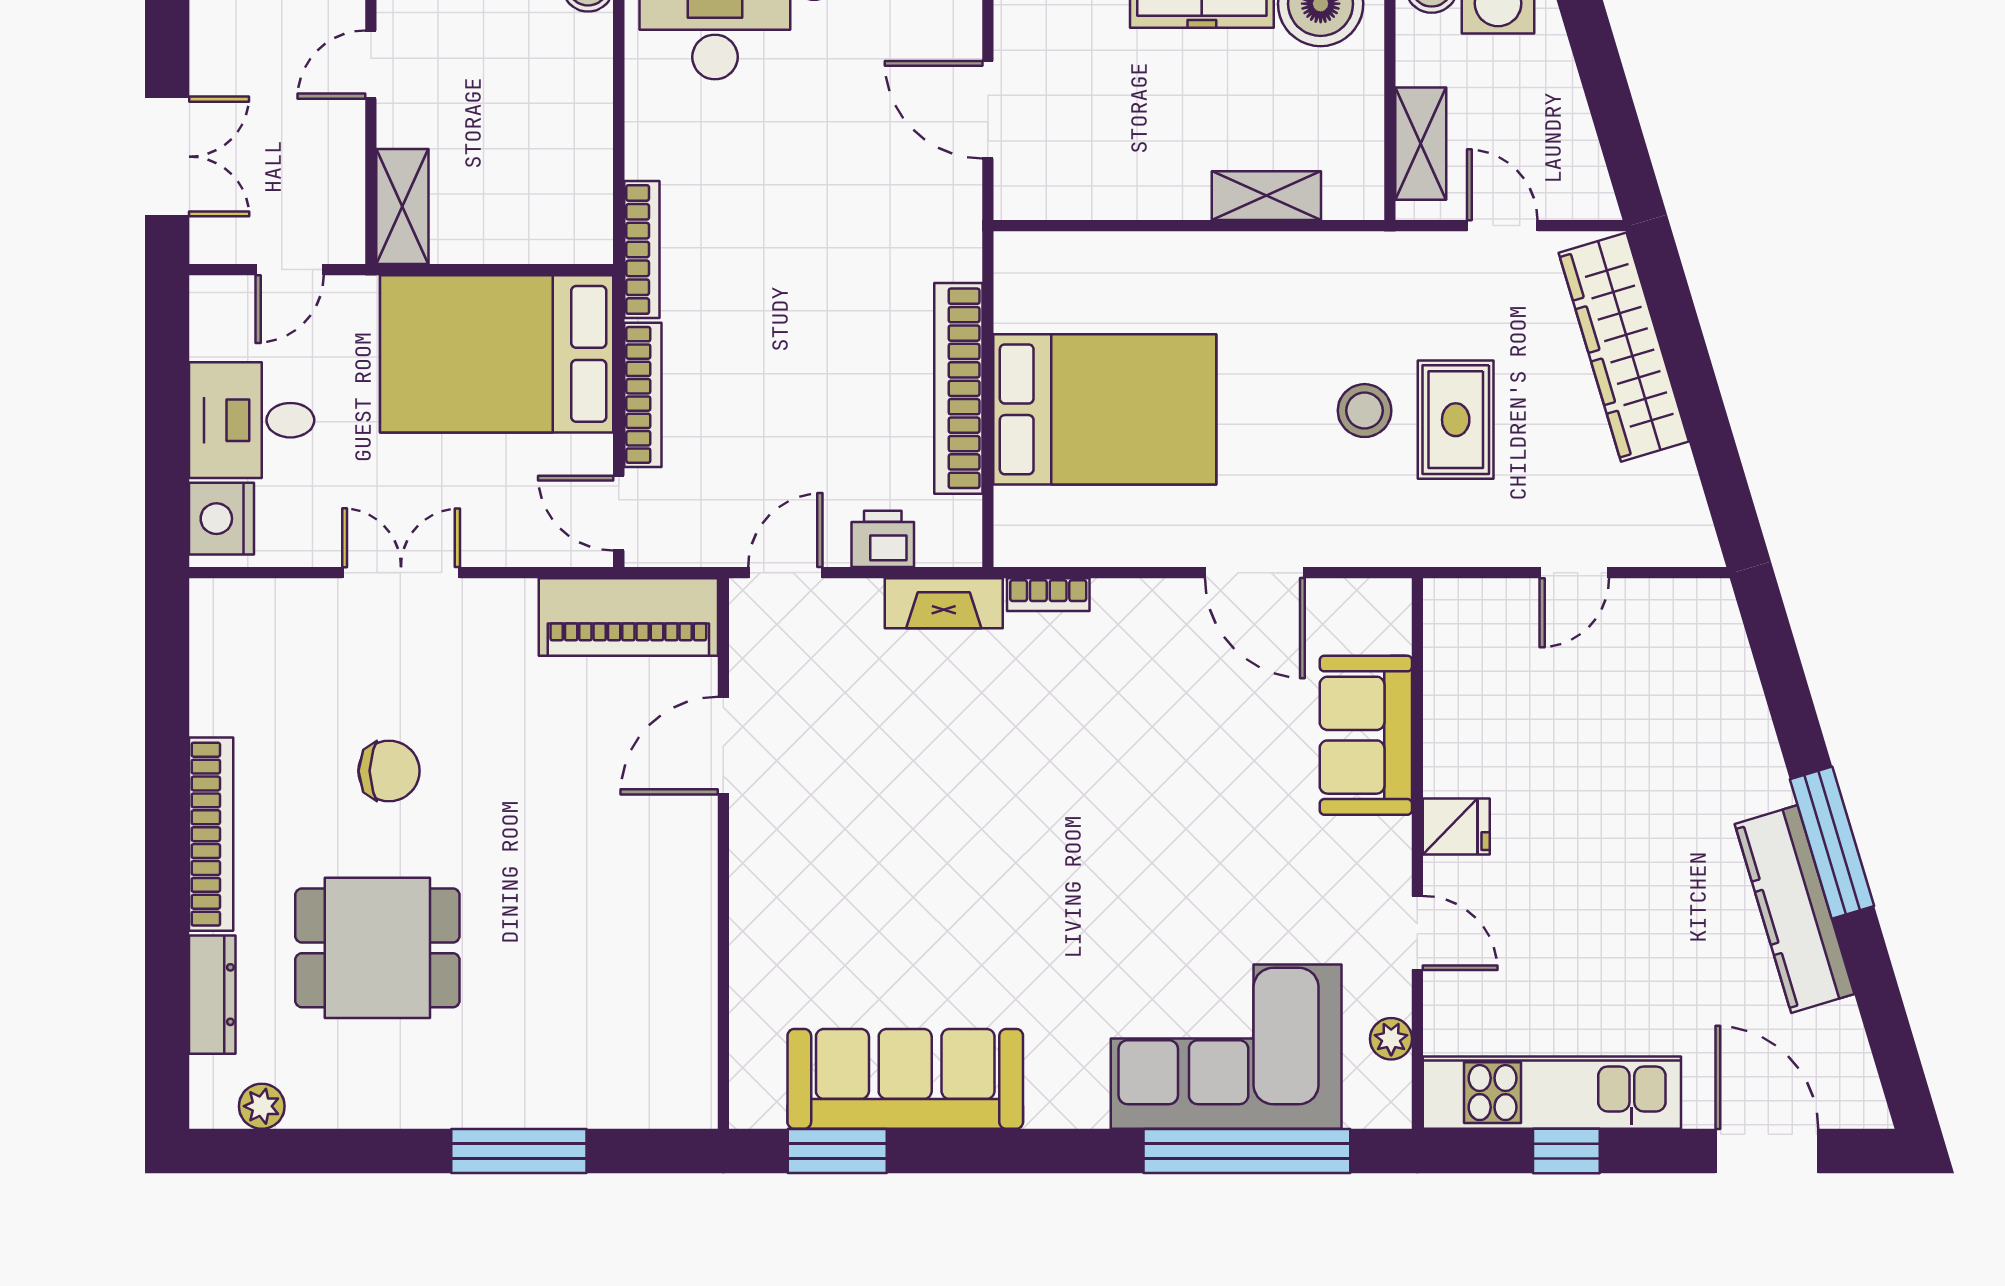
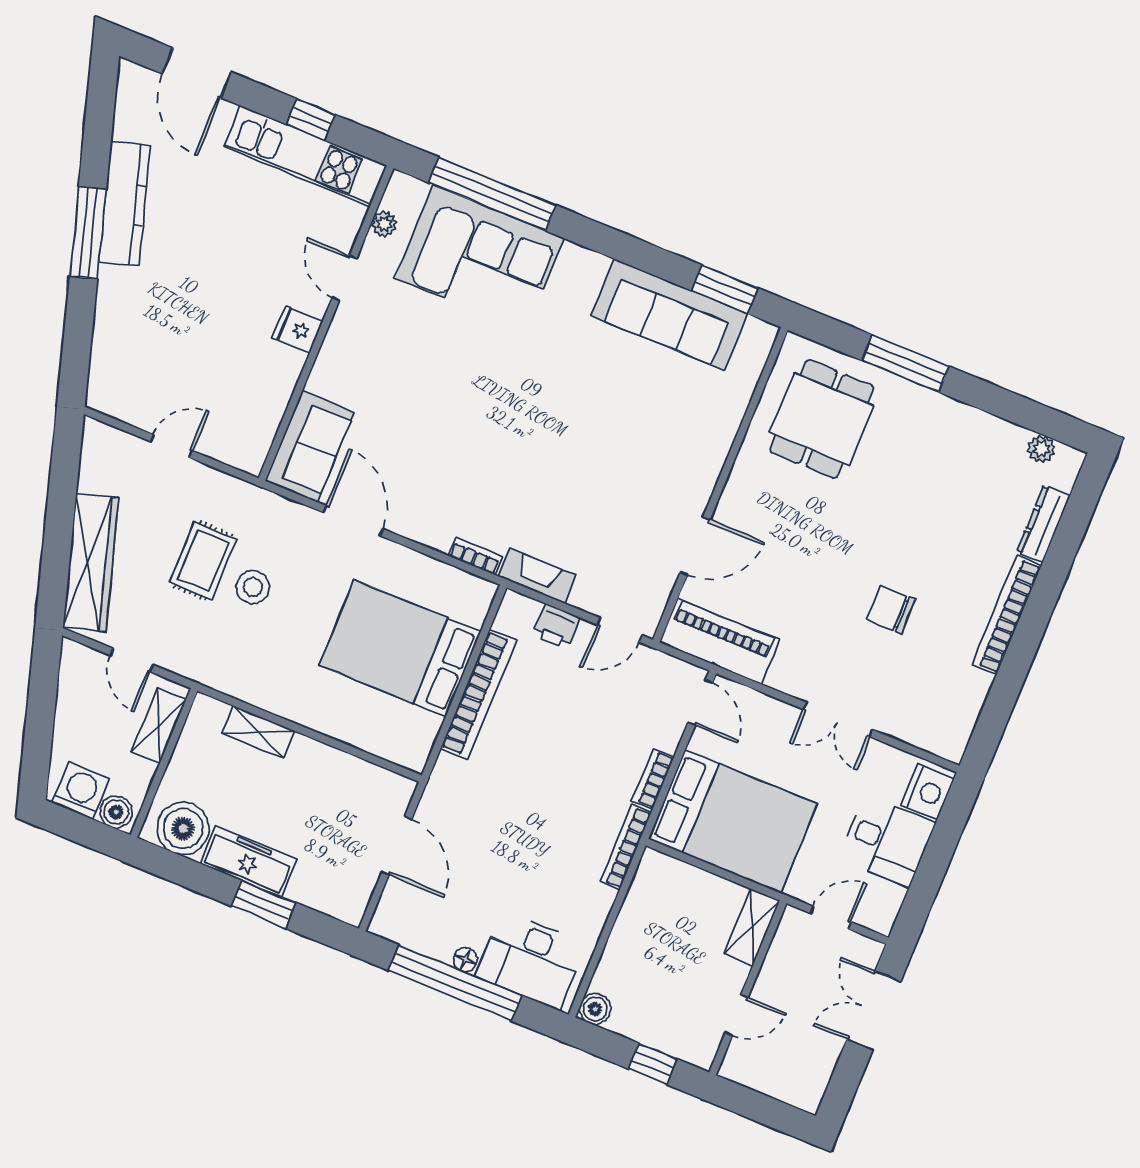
bookcase: (643, 395) -> (653, 779), width x0.64
sofa: (1366, 735) -> (310, 446), moved
dining table: (377, 948) -> (822, 419), moved, turned 90

